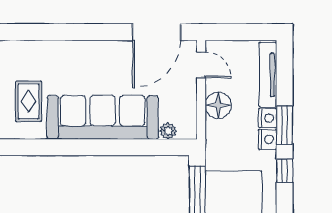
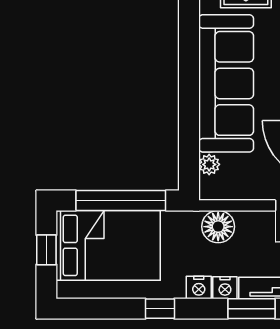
floor lamp: (218, 105) -> (218, 227), moved
window: (285, 125) -> (251, 309), moved

